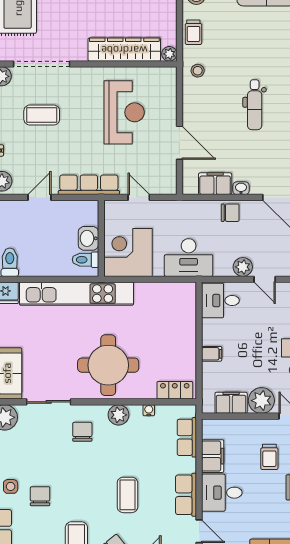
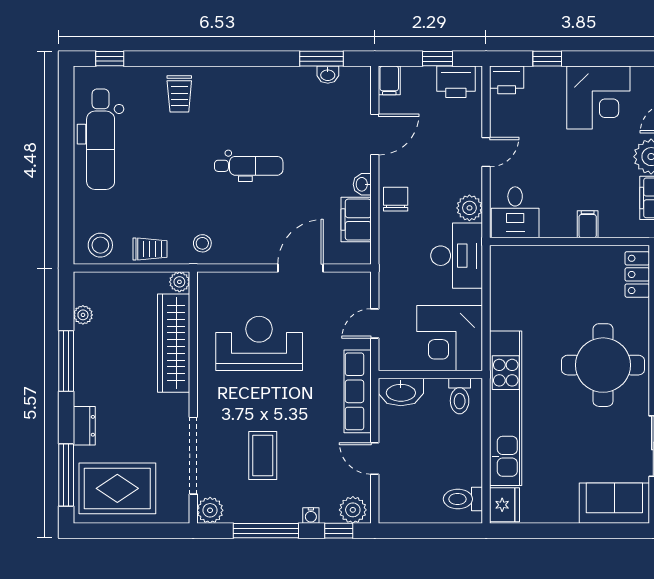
washbasin: (88, 238) -> (401, 392), moved, width x1.38
plant: (243, 267) -> (469, 208), moved

